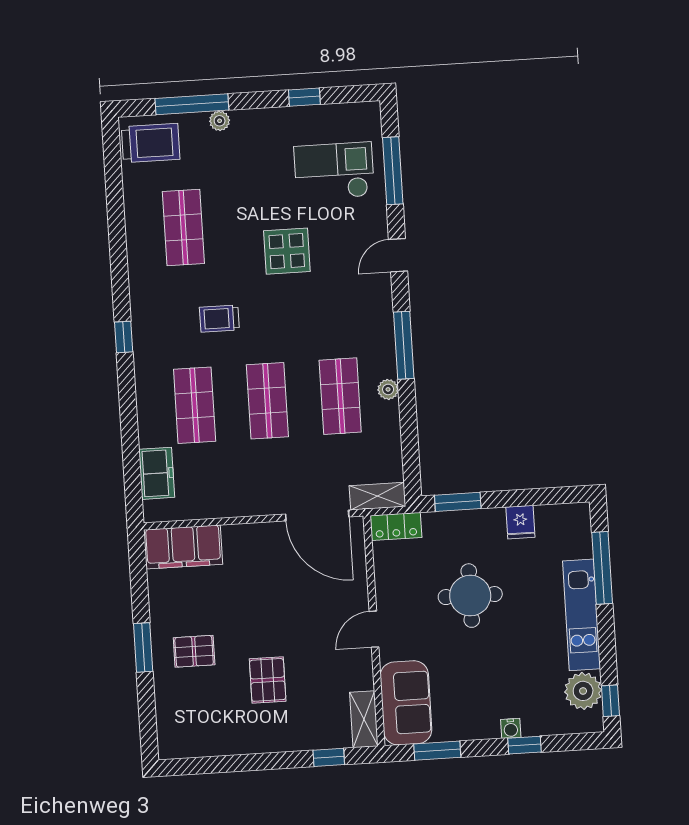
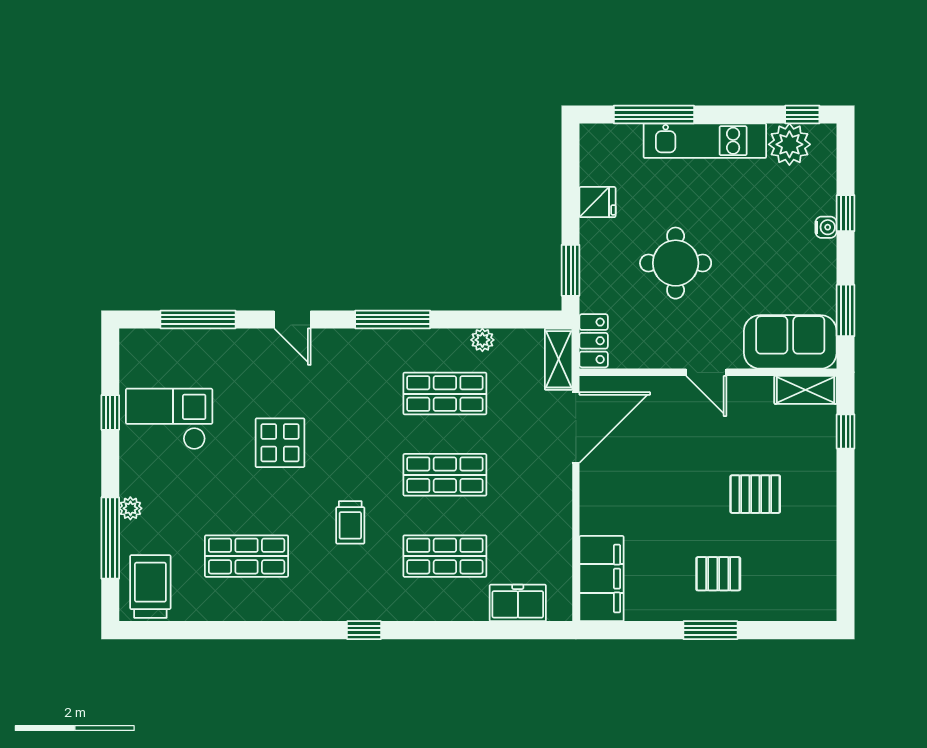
checkout: (334, 171) -> (169, 419), moved, turned 90
plant: (388, 389) -> (482, 340), moved
pallet: (194, 651) -> (718, 574), turned 90

